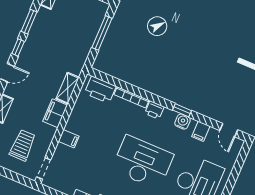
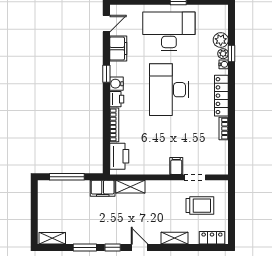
filing cabinet: (55, 113) -> (103, 188), moved
water cooler: (183, 122) -> (116, 84), moved
filing cabinet: (201, 131) -> (118, 49), width x2.00
trolley: (23, 145) -> (200, 206), turned 180
doorway: (44, 168) -> (195, 177), moved

